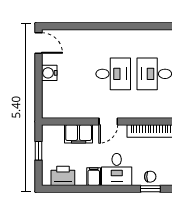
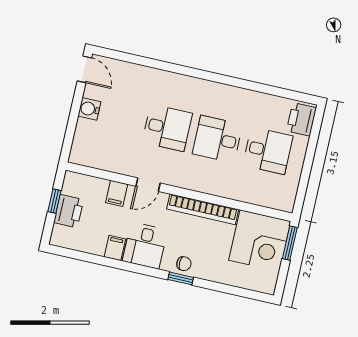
filing cabinet: (79, 134) -> (117, 193), width x0.50
printer: (63, 176) -> (69, 211), moved, turned 90

